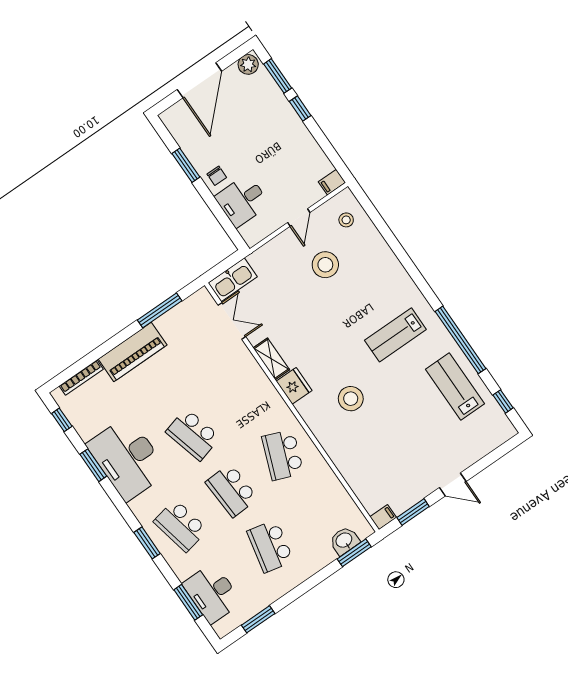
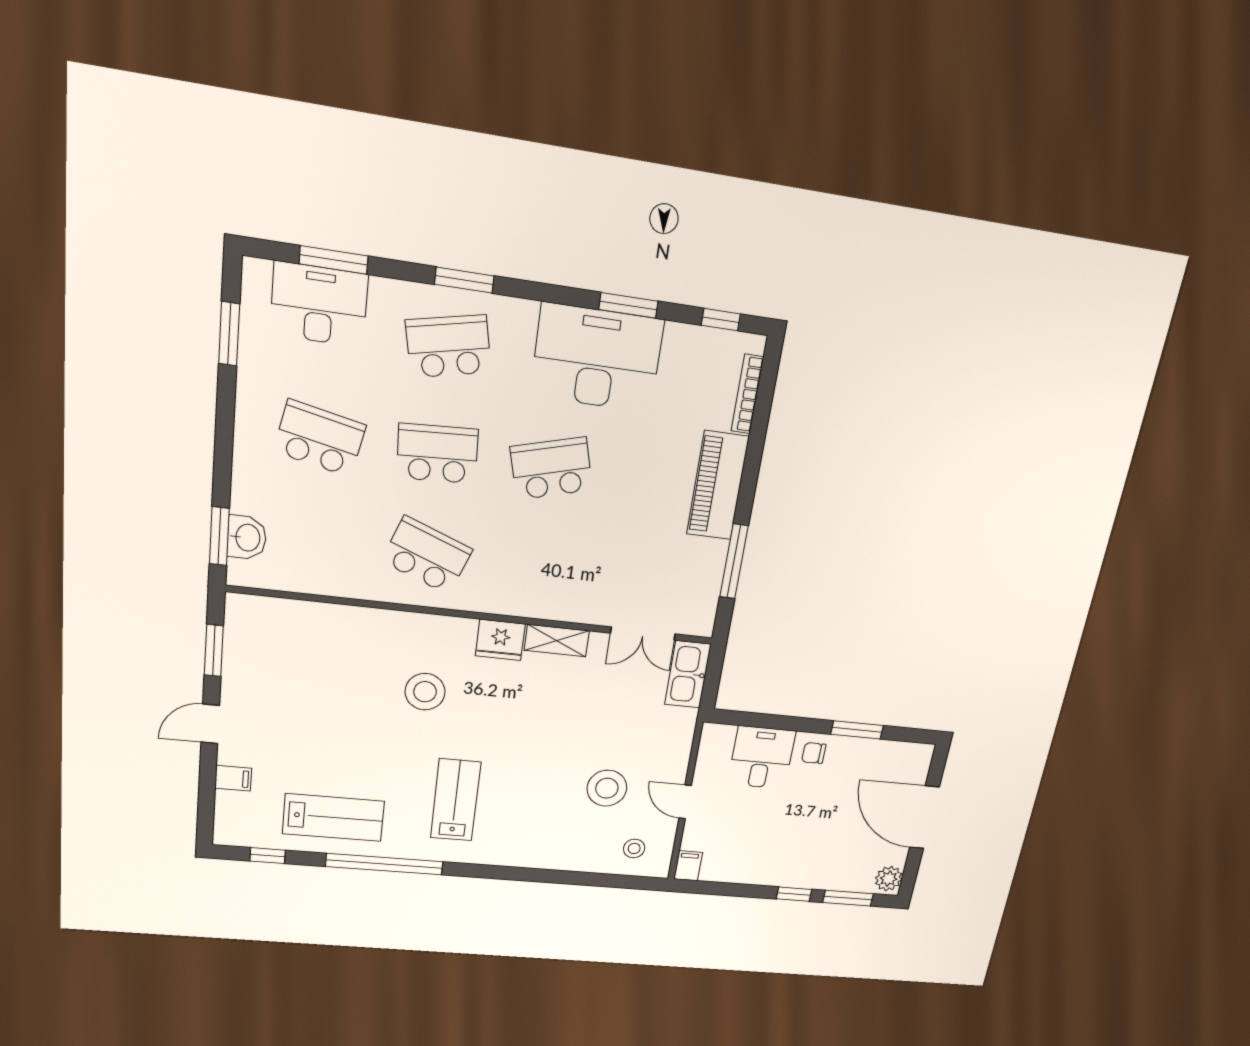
filing cabinet: (383, 517) -> (233, 778), moved, turned -90

